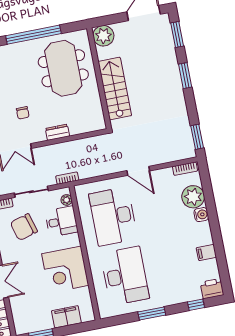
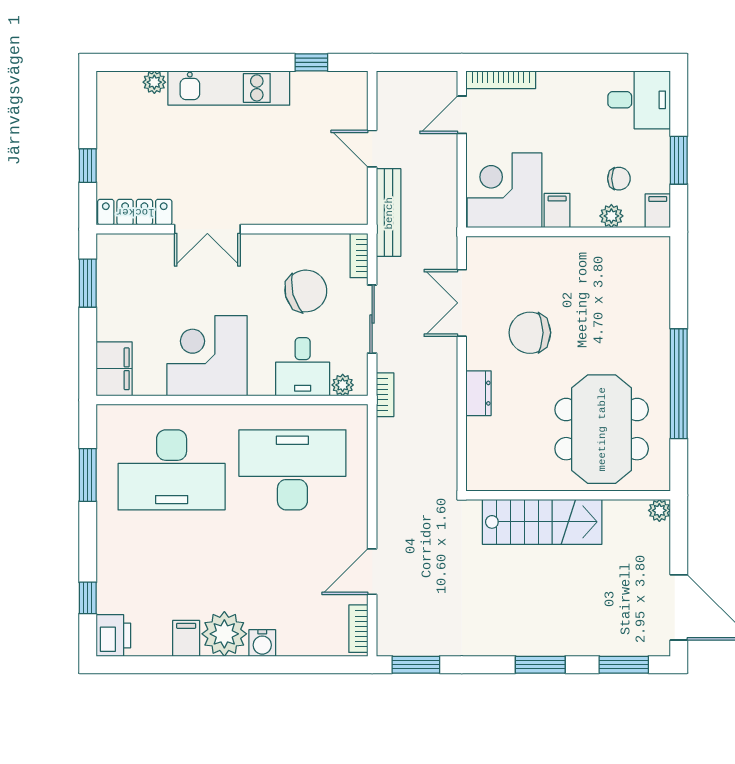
plant: (103, 36) -> (659, 510), width x0.53, depth x0.53
meeting table: (63, 68) -> (602, 429), turned 90
chair: (23, 113) -> (530, 333), width x1.87, depth x1.87
door: (138, 171) -> (372, 572), moved
plant: (193, 197) -> (224, 634), moved
chair: (24, 227) -> (306, 291), turned 91
window: (152, 314) -> (88, 475), moved
filing cabinet: (66, 317) -> (114, 369), moved

